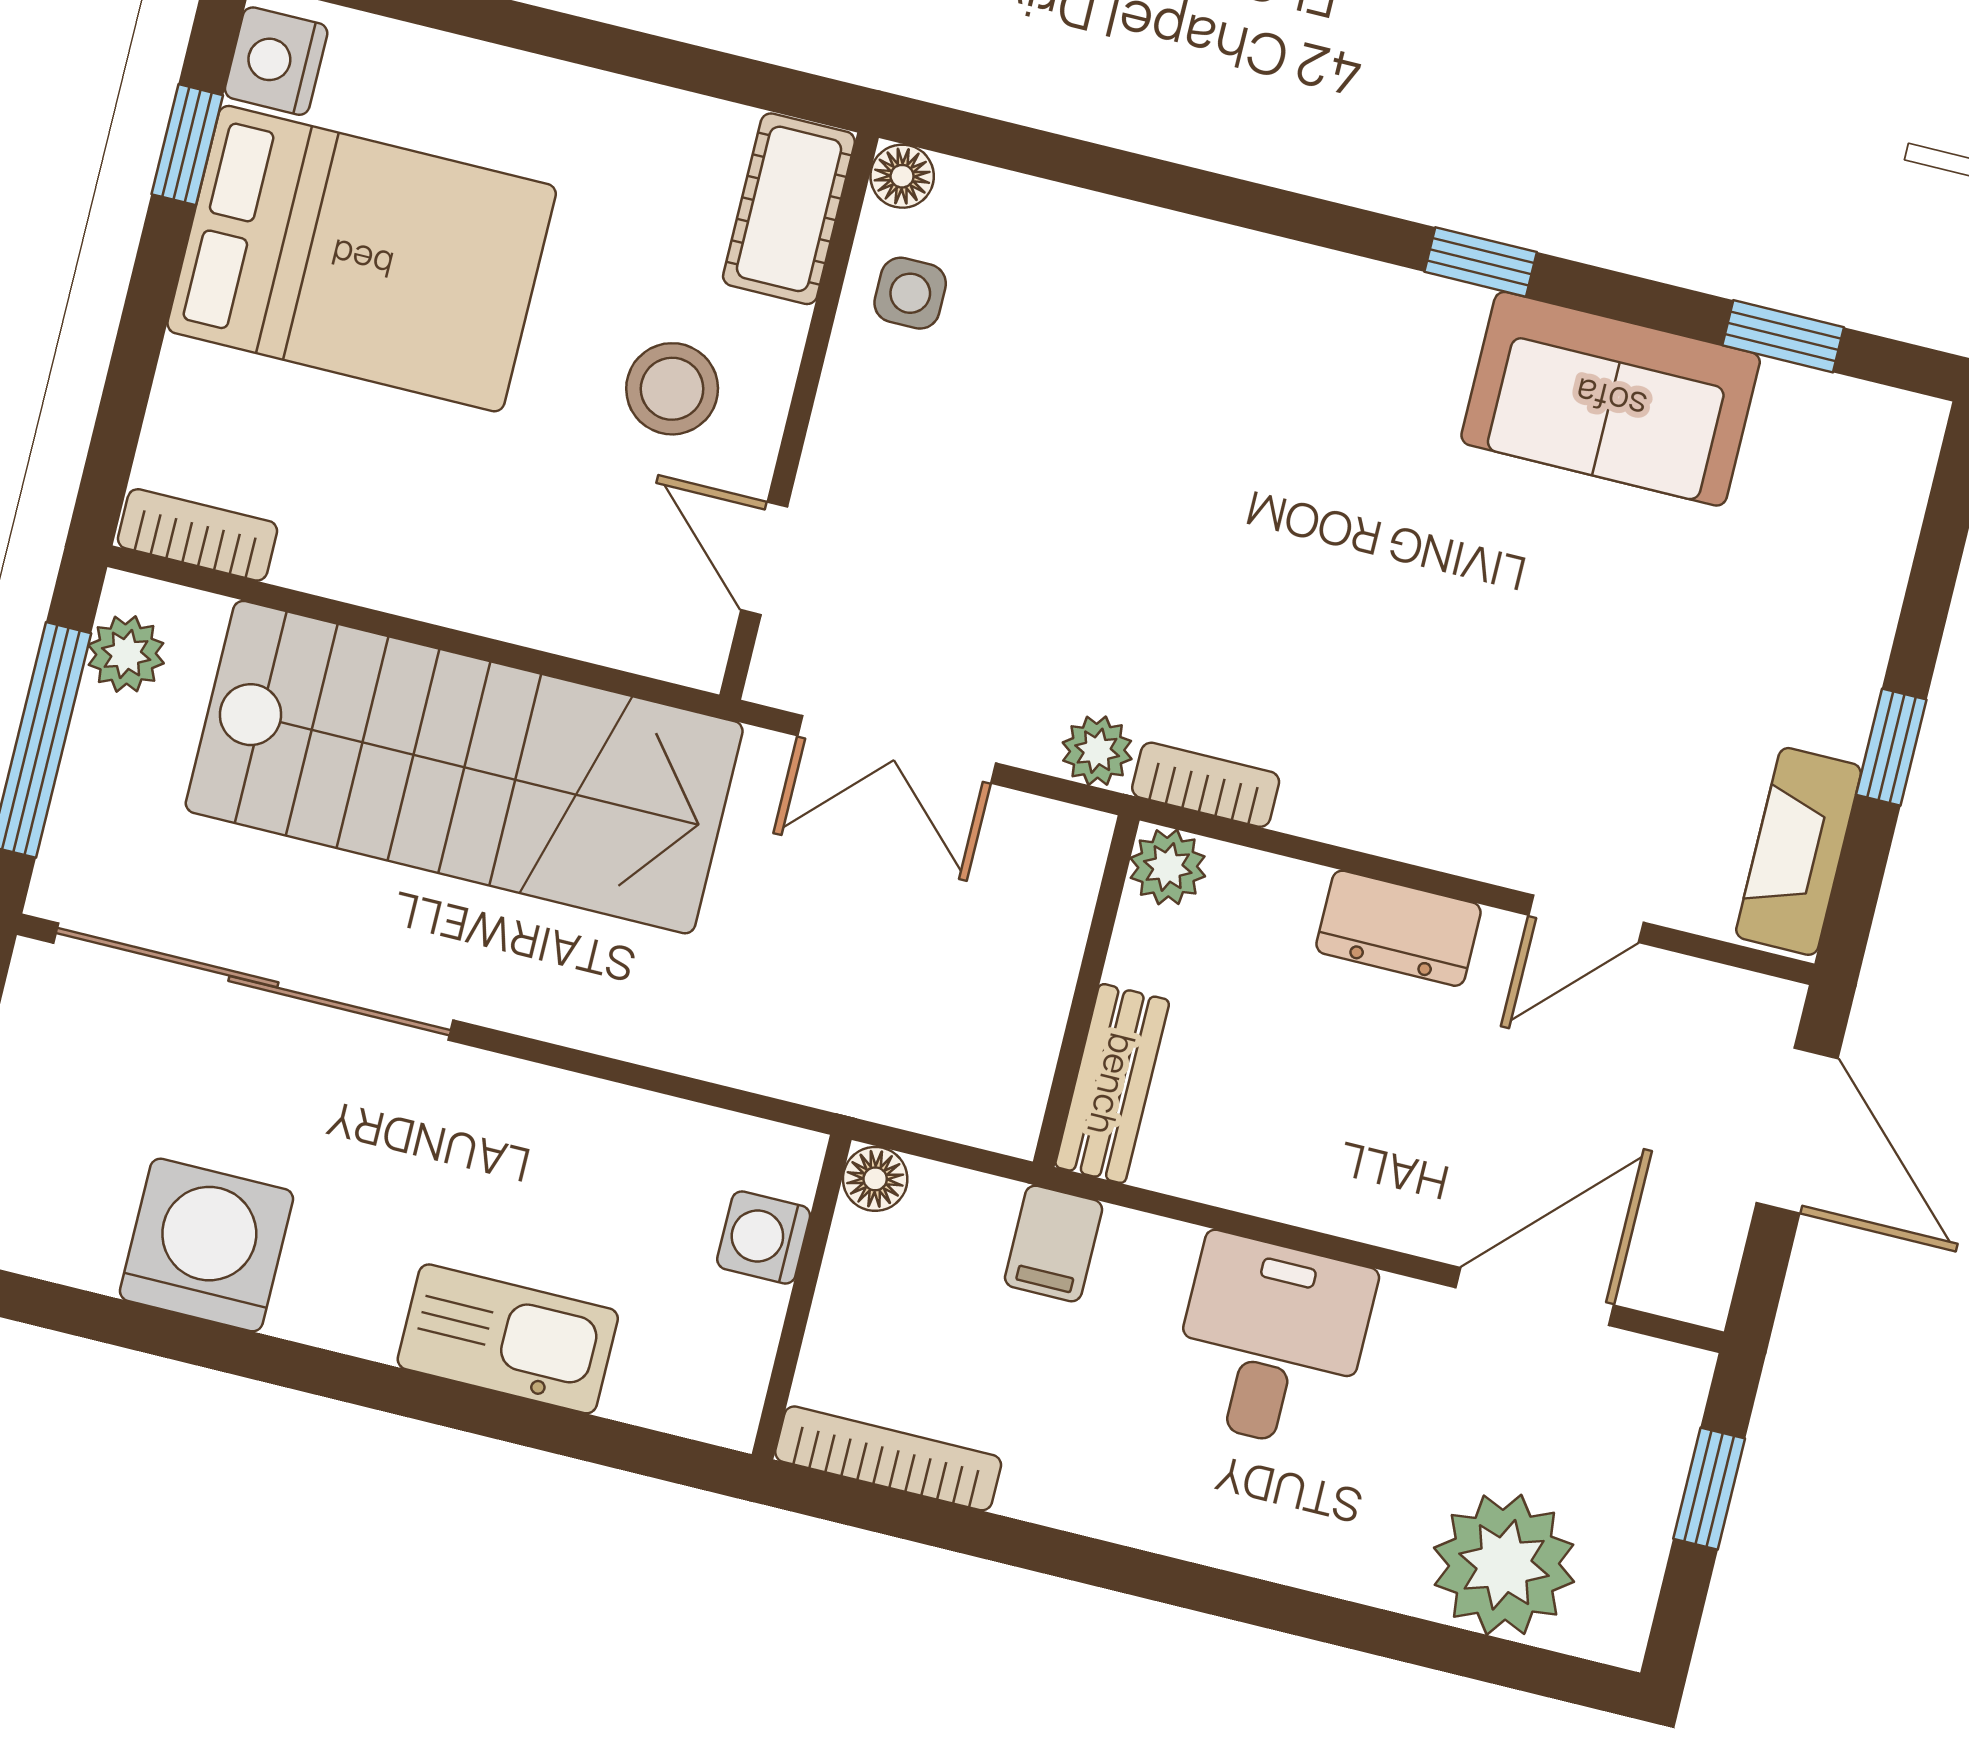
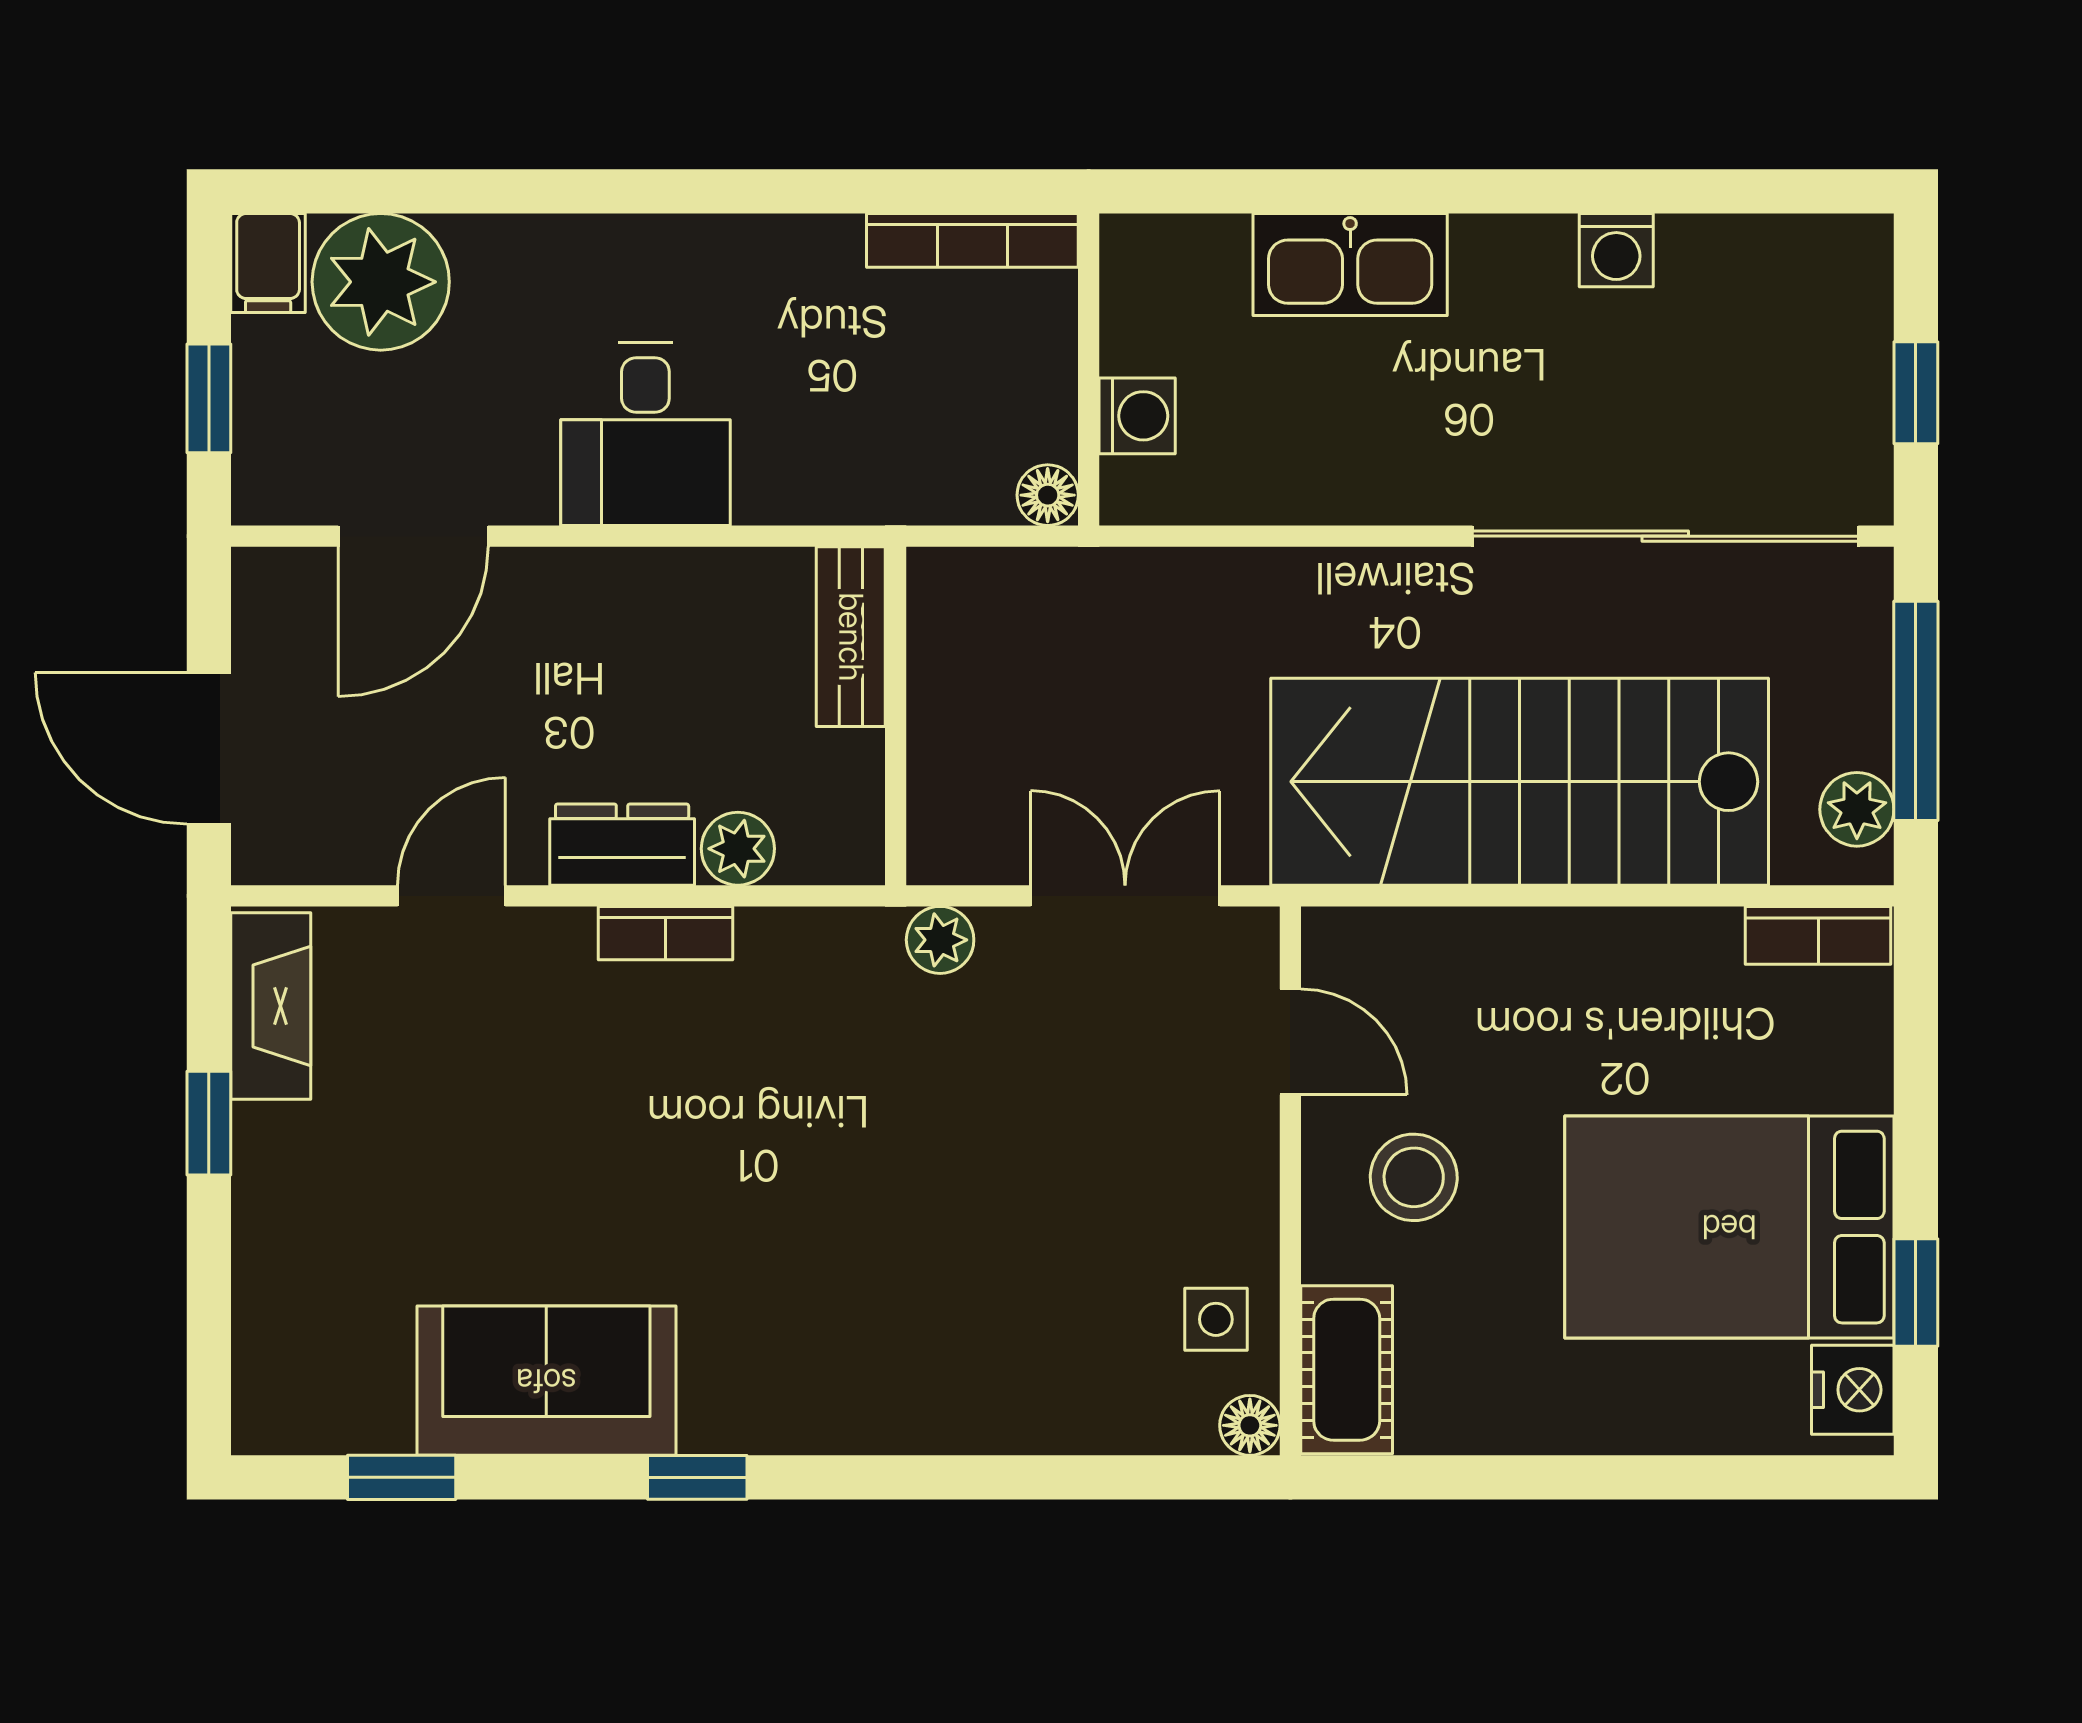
bookcase: (1206, 785) -> (666, 933), moved
plant: (1168, 867) -> (738, 849), moved
filing cabinet: (1054, 1243) -> (268, 263), moved, turned 180
washing machine: (207, 1245) -> (1616, 250), width x0.53, depth x0.53

